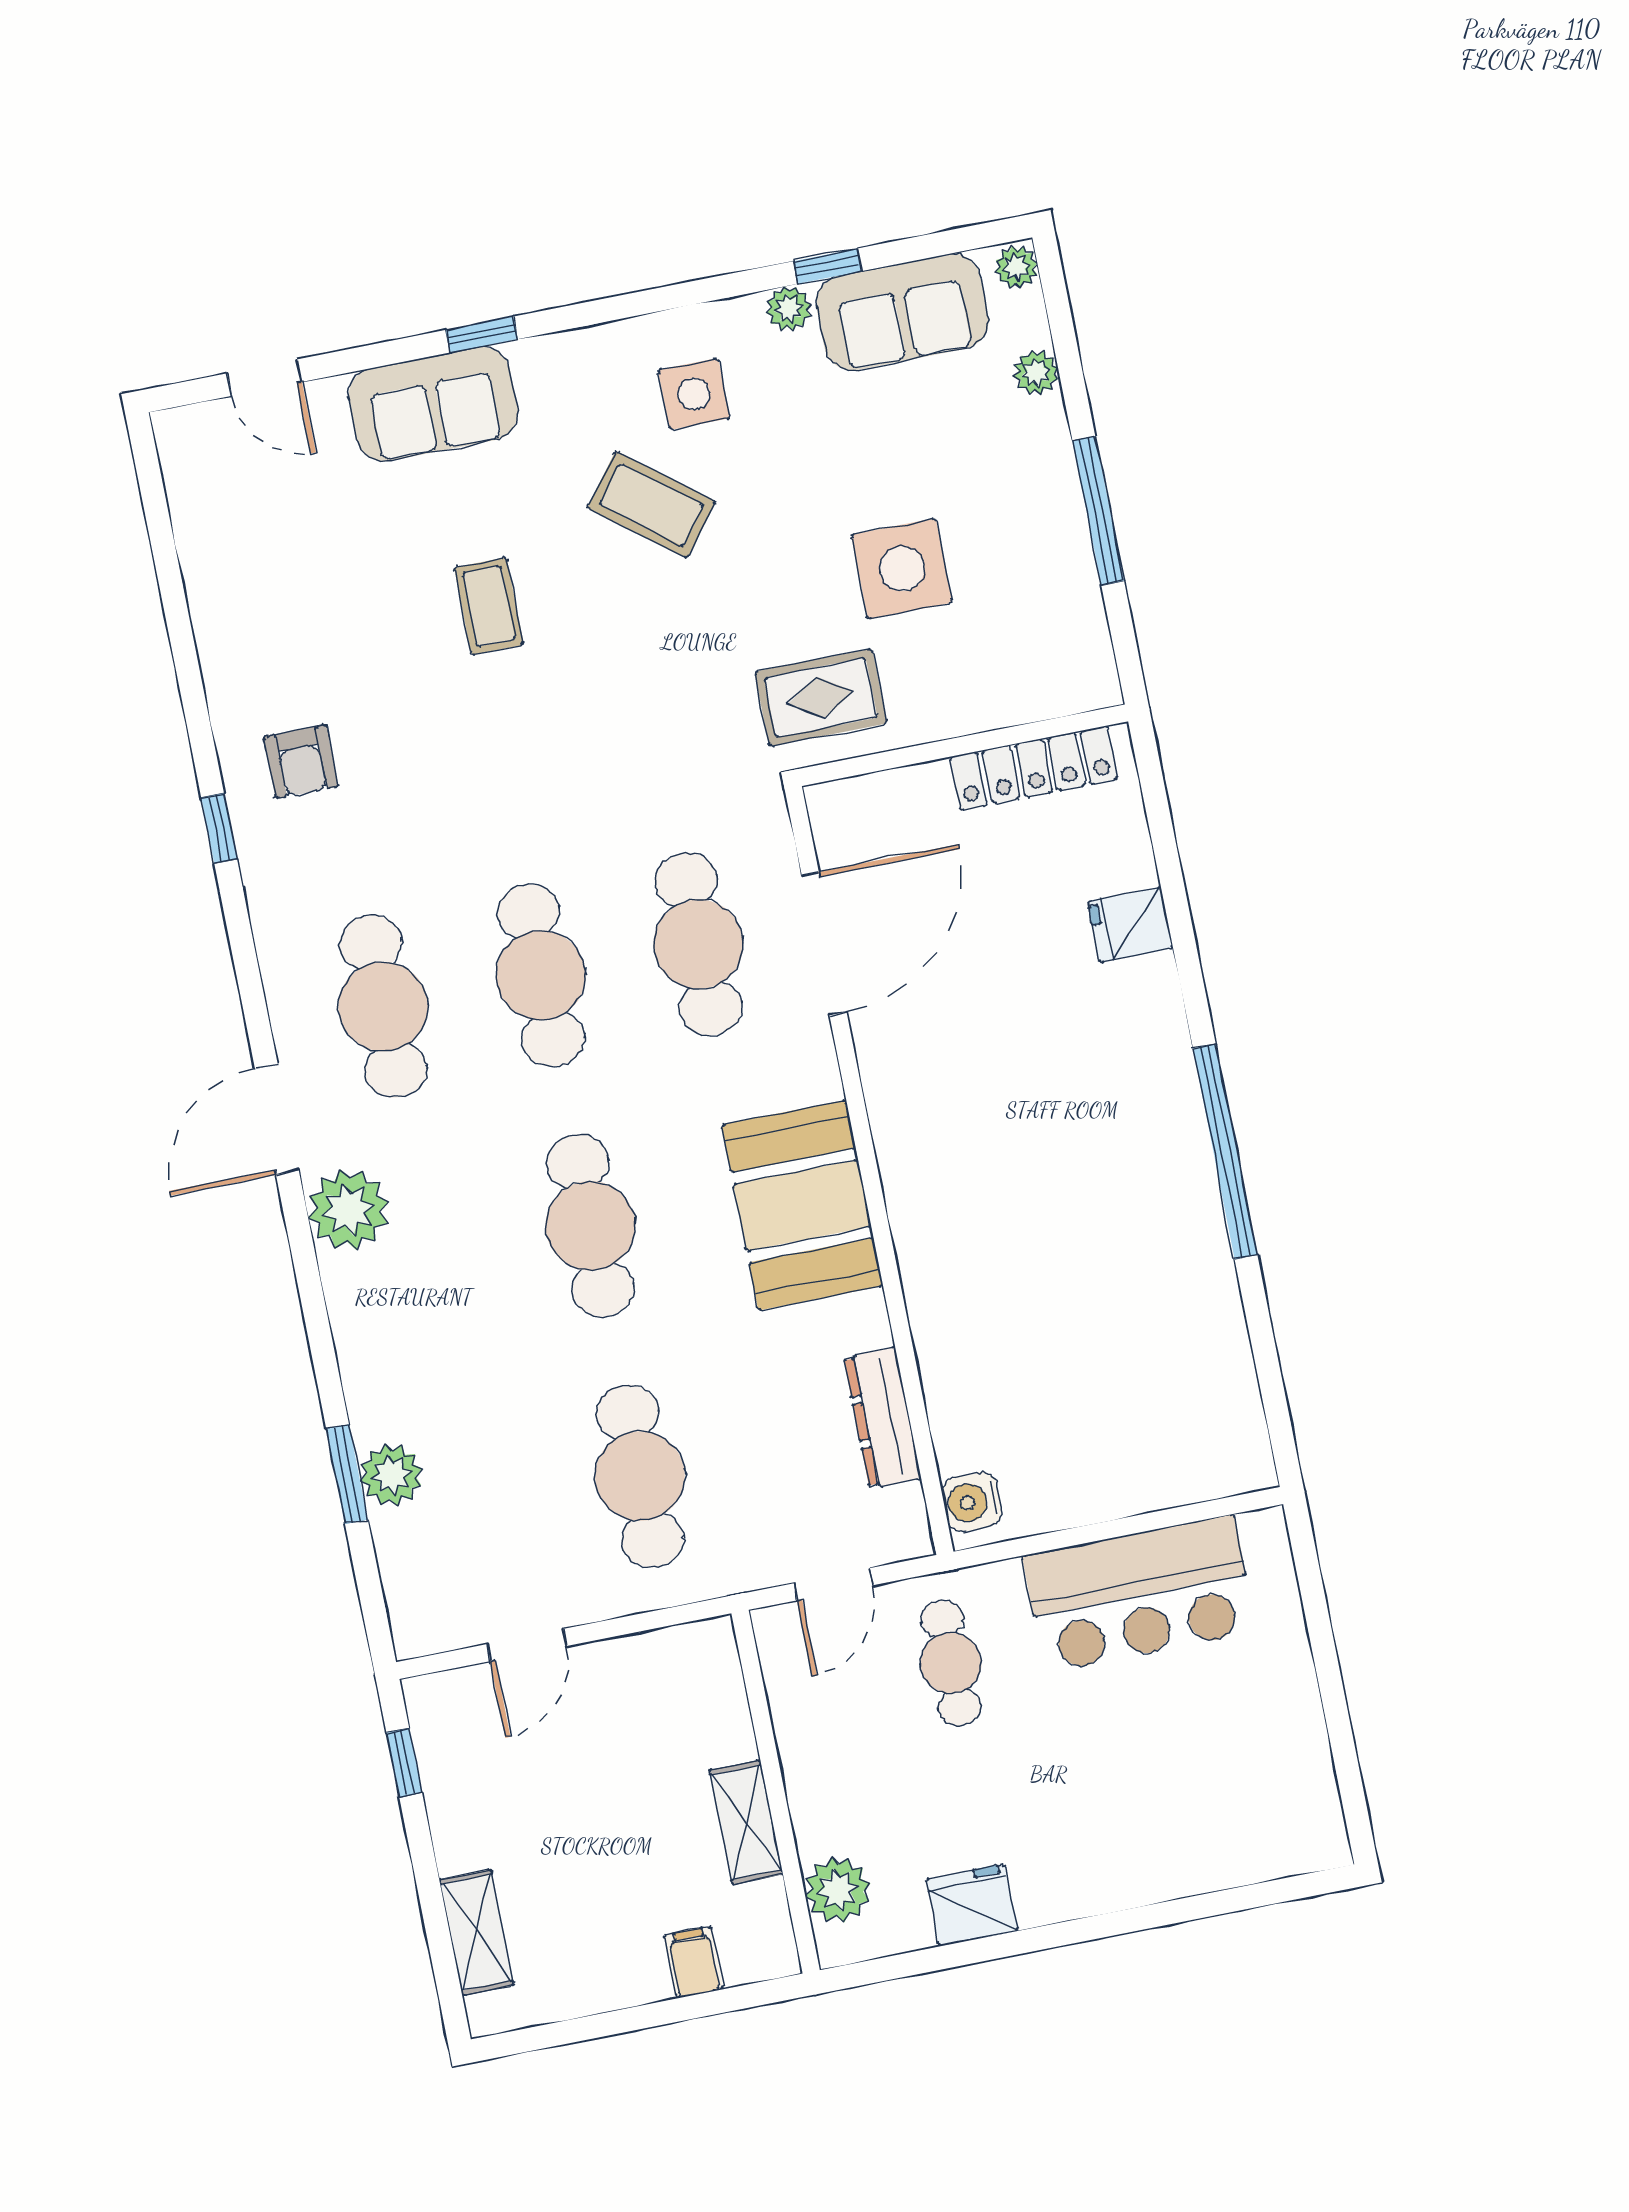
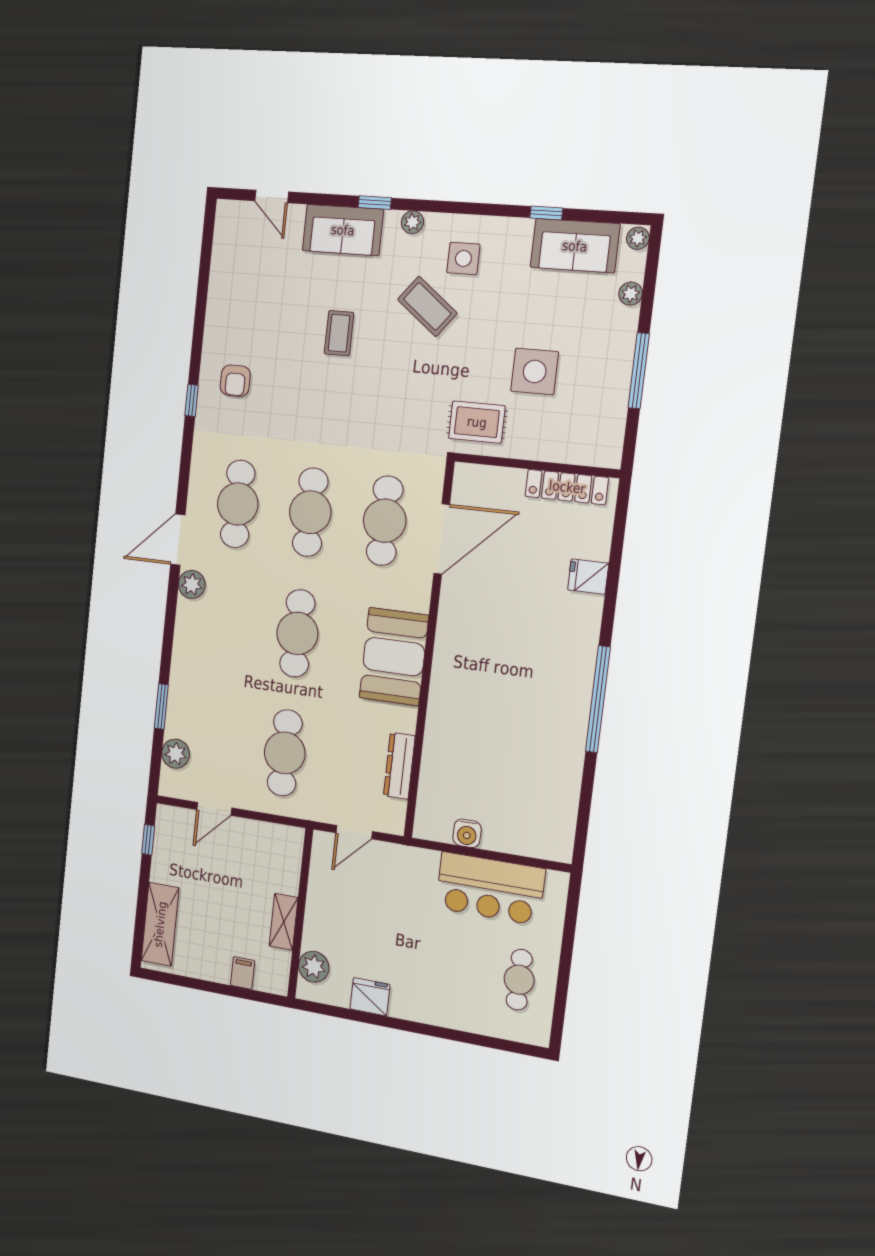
plant: (789, 309) -> (412, 222), moved
plant: (348, 1210) -> (192, 584), width x0.73, depth x0.73
plant: (391, 1475) -> (176, 754), moved
water cooler: (972, 1502) -> (467, 833), moved, turned -90
cafe table: (951, 1663) -> (519, 980), moved
shelving: (476, 1932) -> (160, 924), width x1.50, depth x1.33

